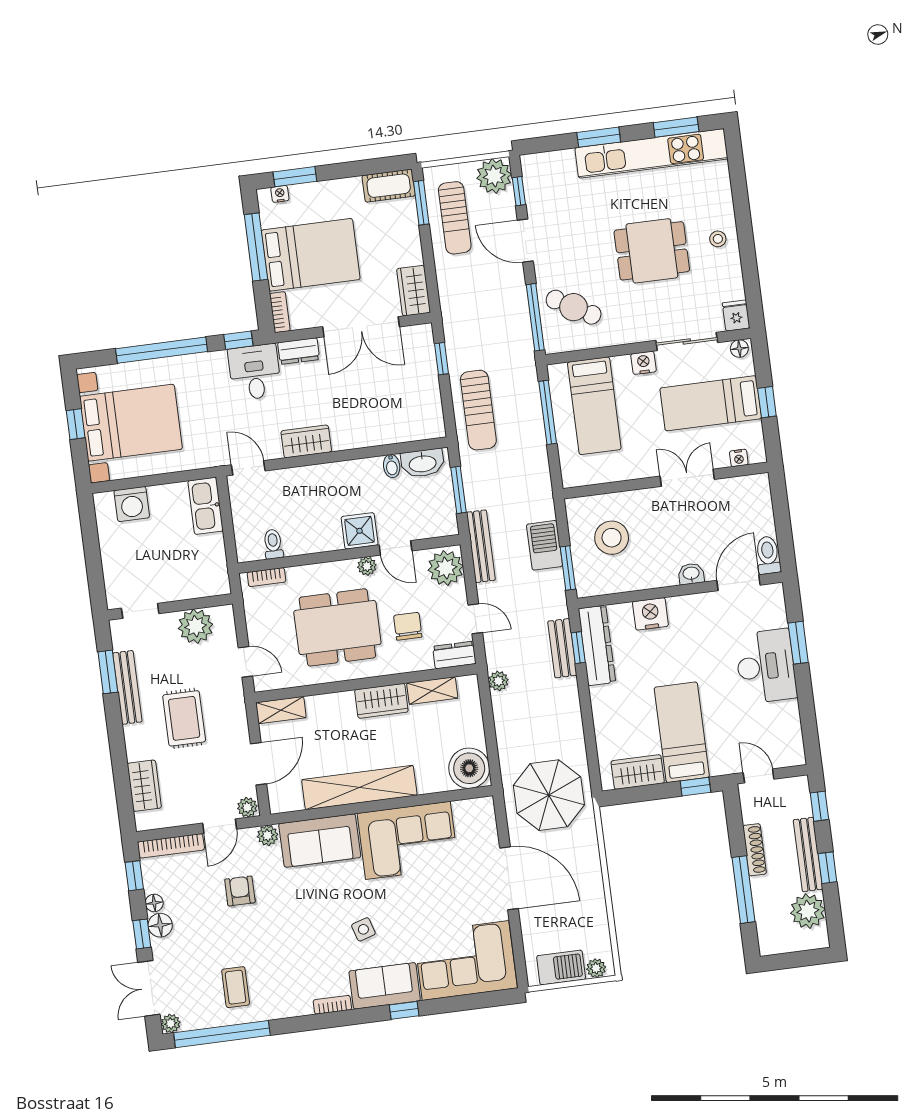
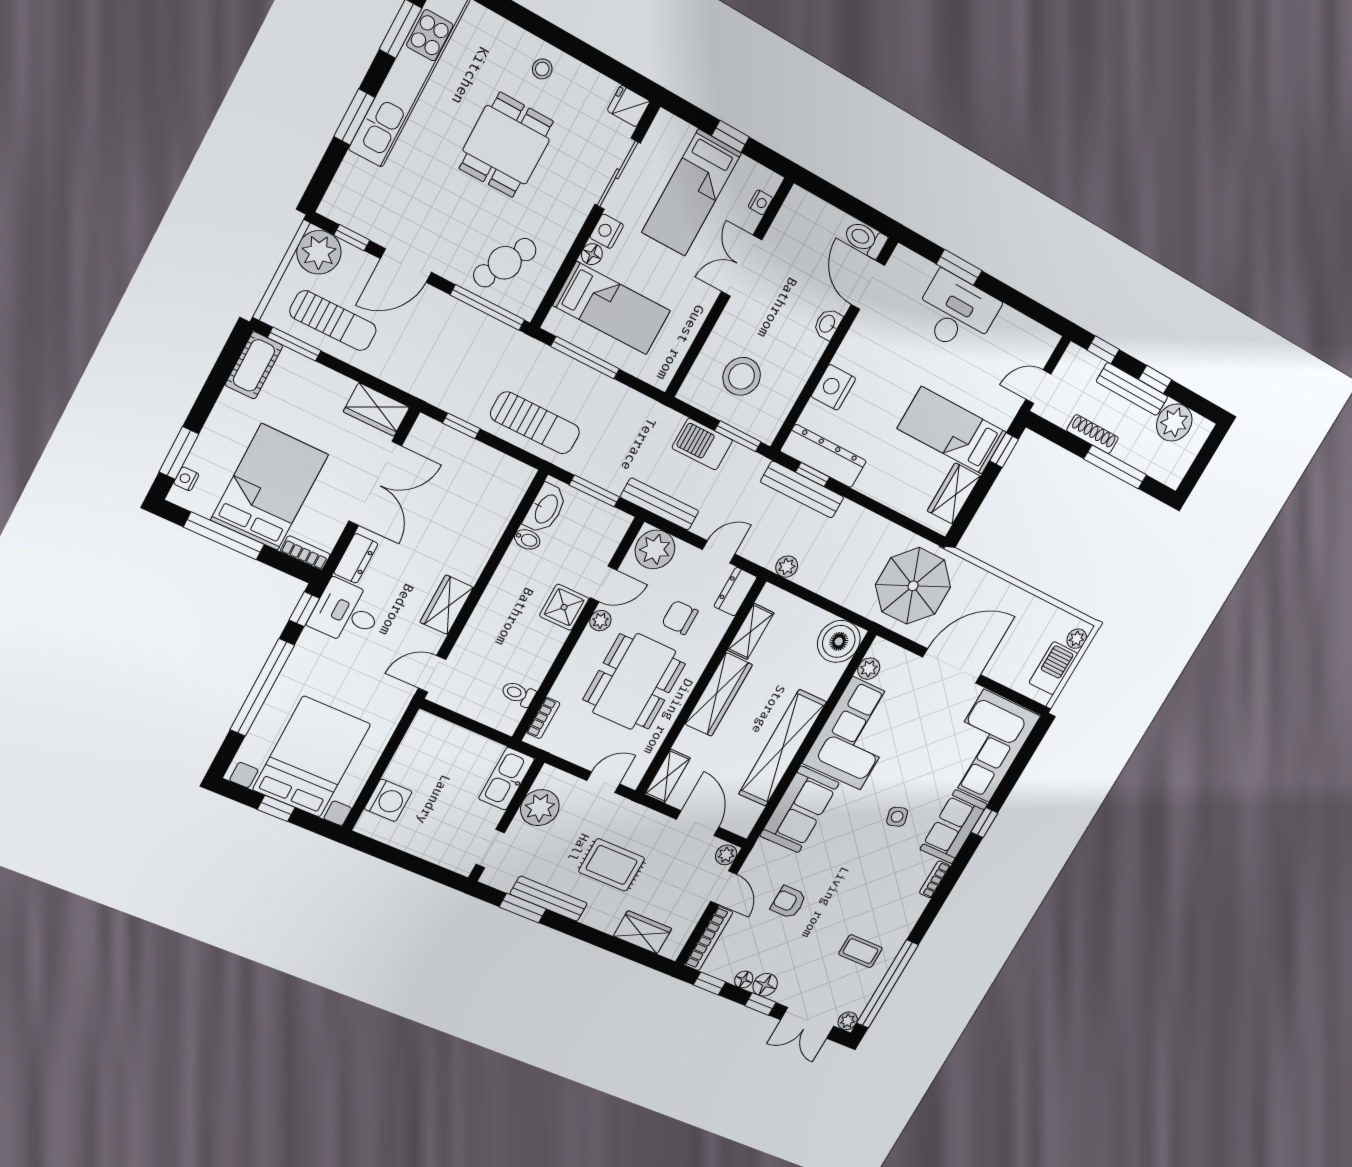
floor lamp: (739, 349) -> (592, 254), moved
kitchen sink: (206, 506) -> (506, 779), moved, turned 90
bench: (562, 648) -> (802, 490), width x1.36
wardrobe: (381, 701) -> (719, 694), width x1.50
plant: (268, 835) -> (869, 669), moved

